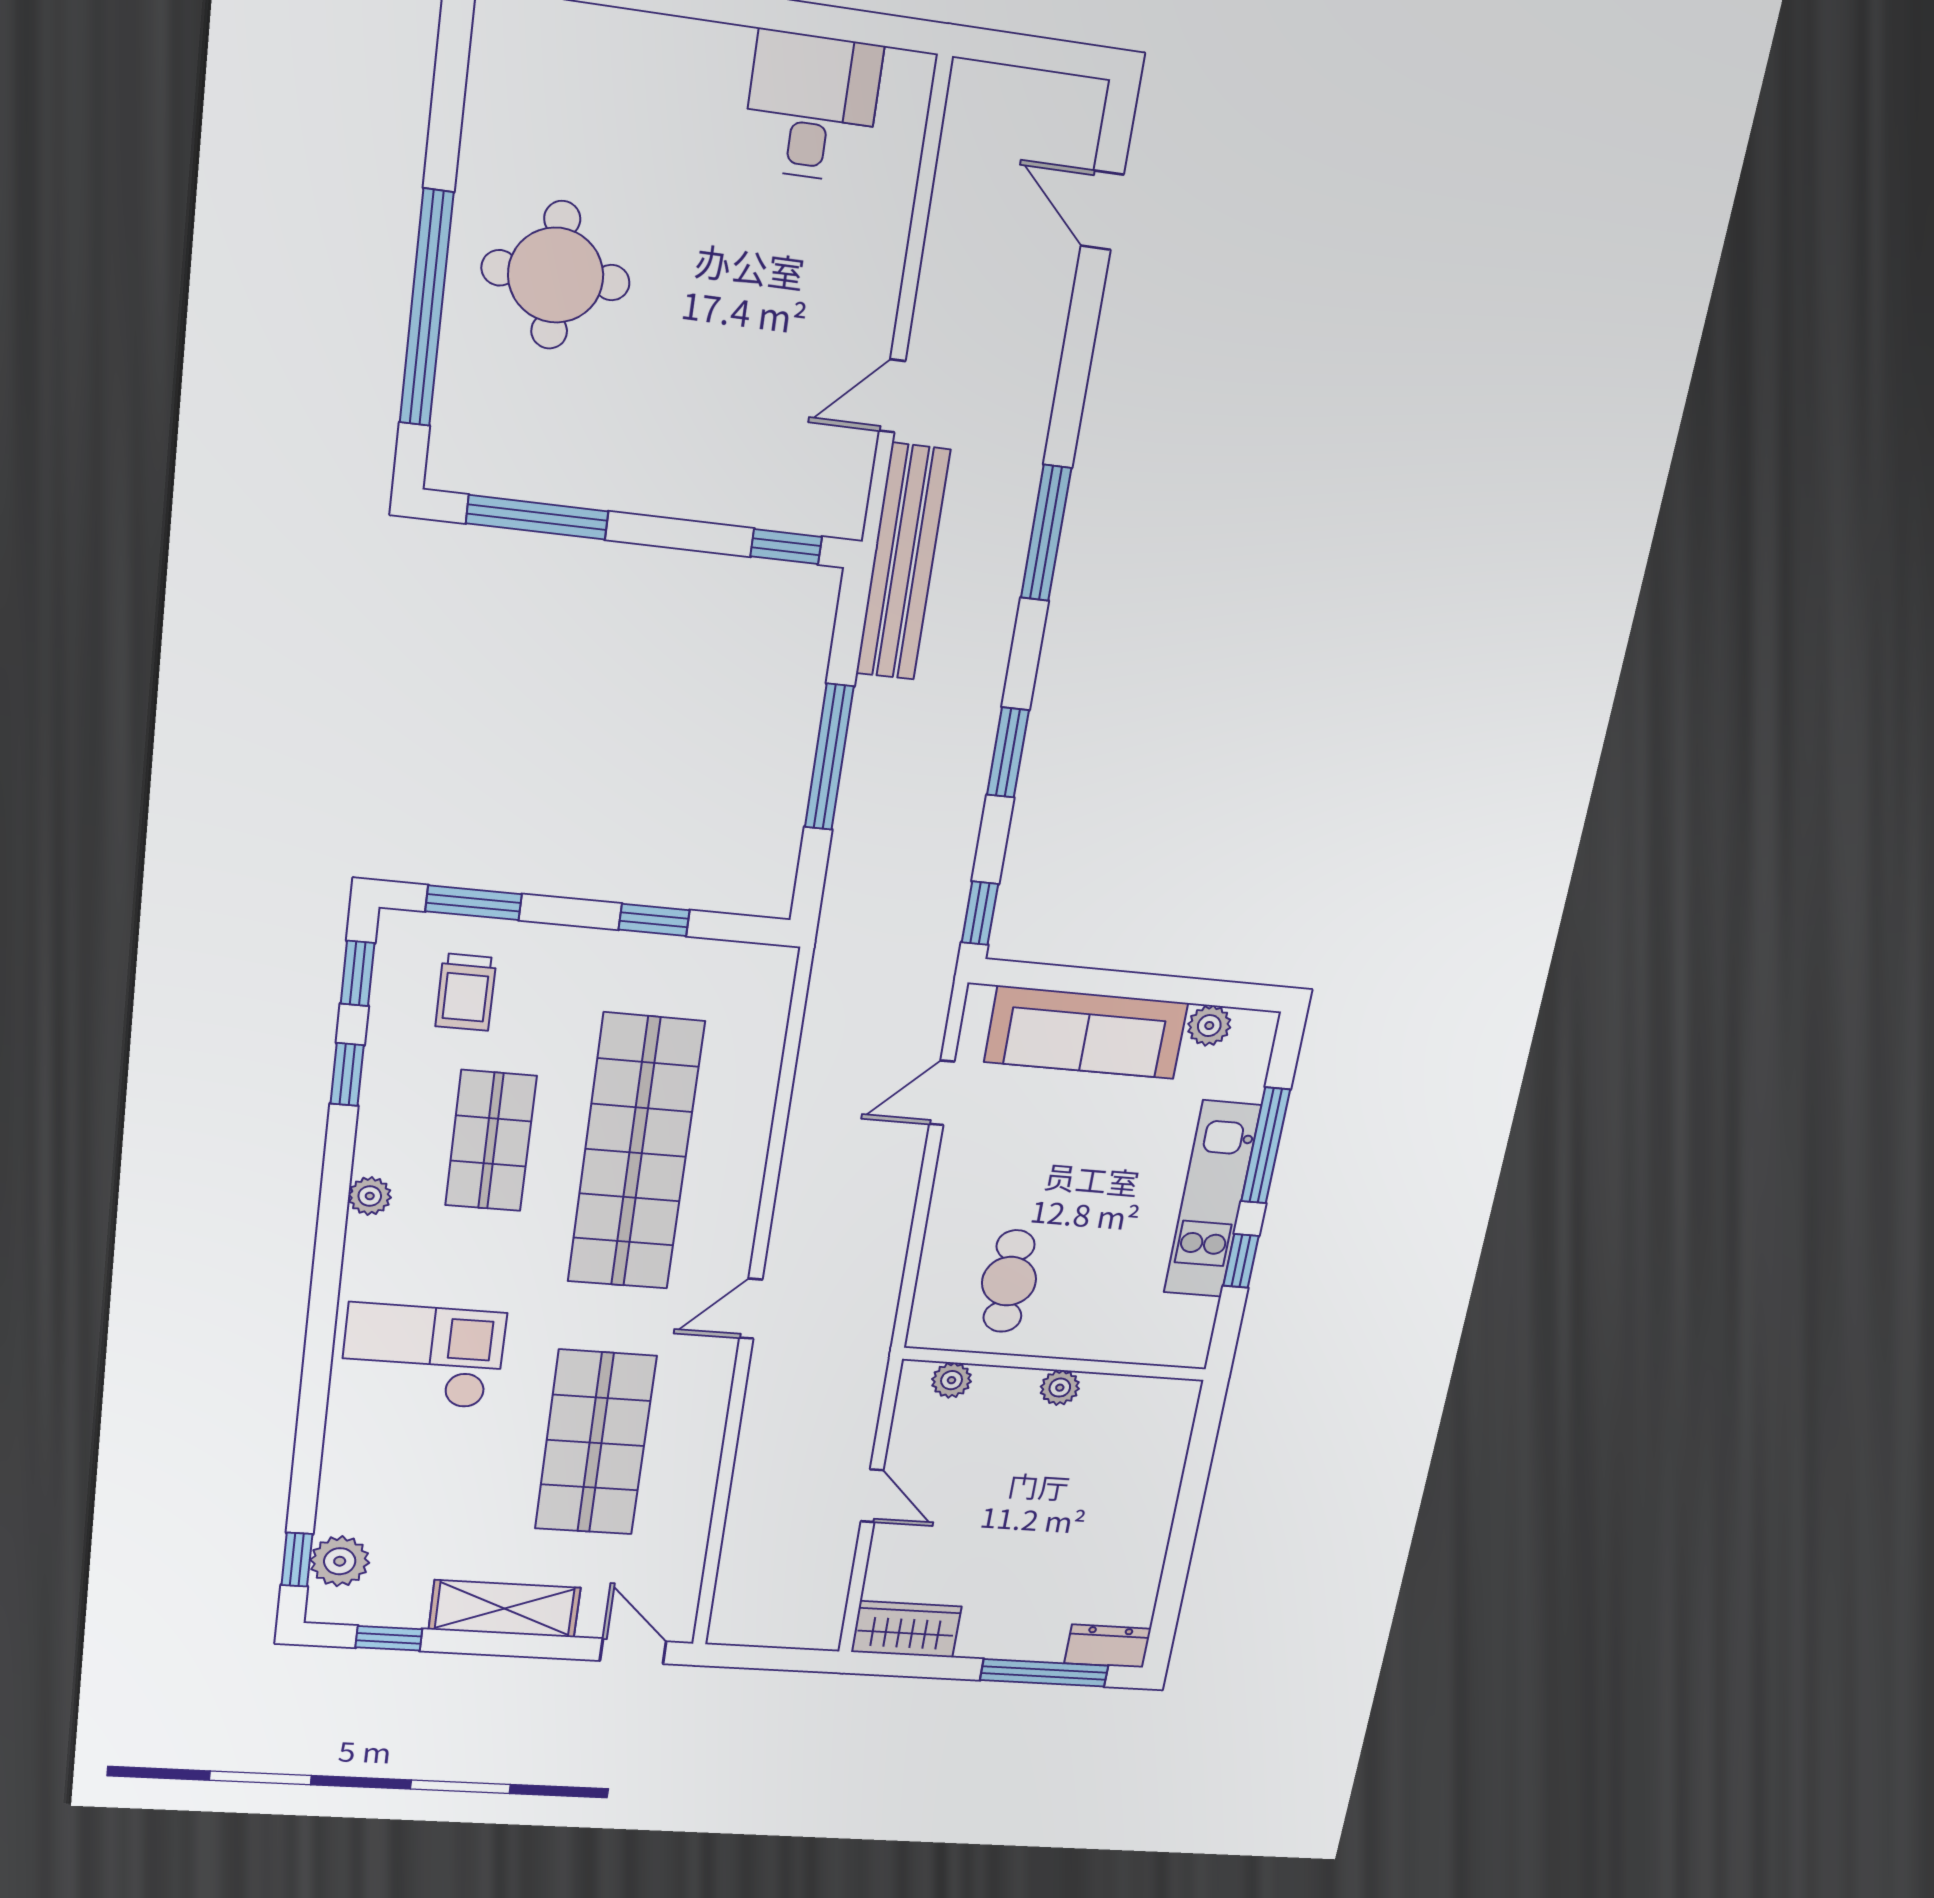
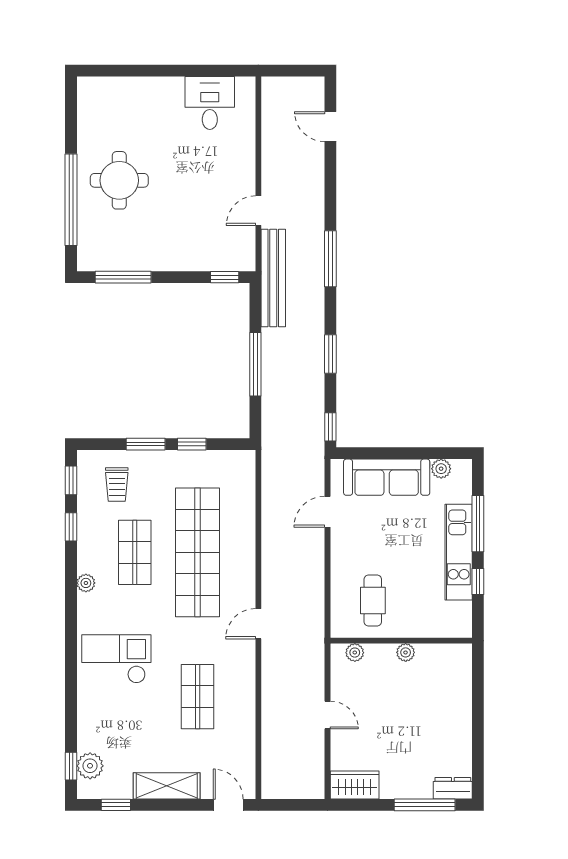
window: (474, 903) -> (146, 444), moved
shop shelf: (596, 1443) -> (198, 697), width x0.70, depth x0.74

